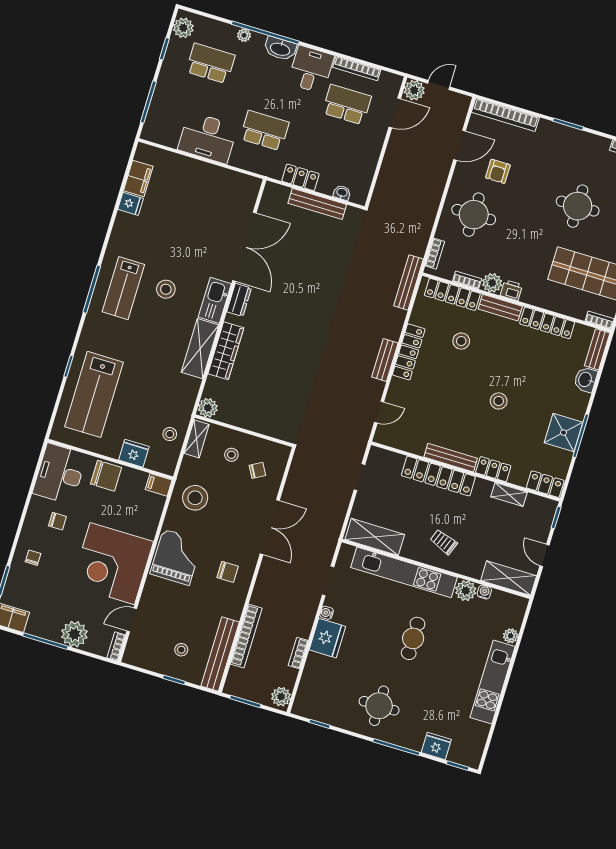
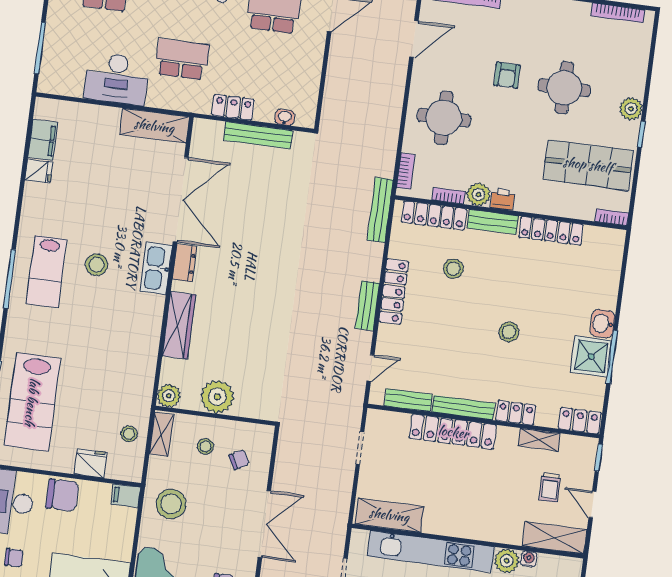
armchair: (498, 171) -> (507, 75), moved
shelving: (200, 349) -> (154, 126), moved, turned 90
bench: (597, 349) -> (408, 400), moved, turned 90
washbasin: (586, 380) -> (602, 324), moved
plant: (248, 415) -> (217, 397), added
trolley: (444, 542) -> (550, 487), moved, turned -111

